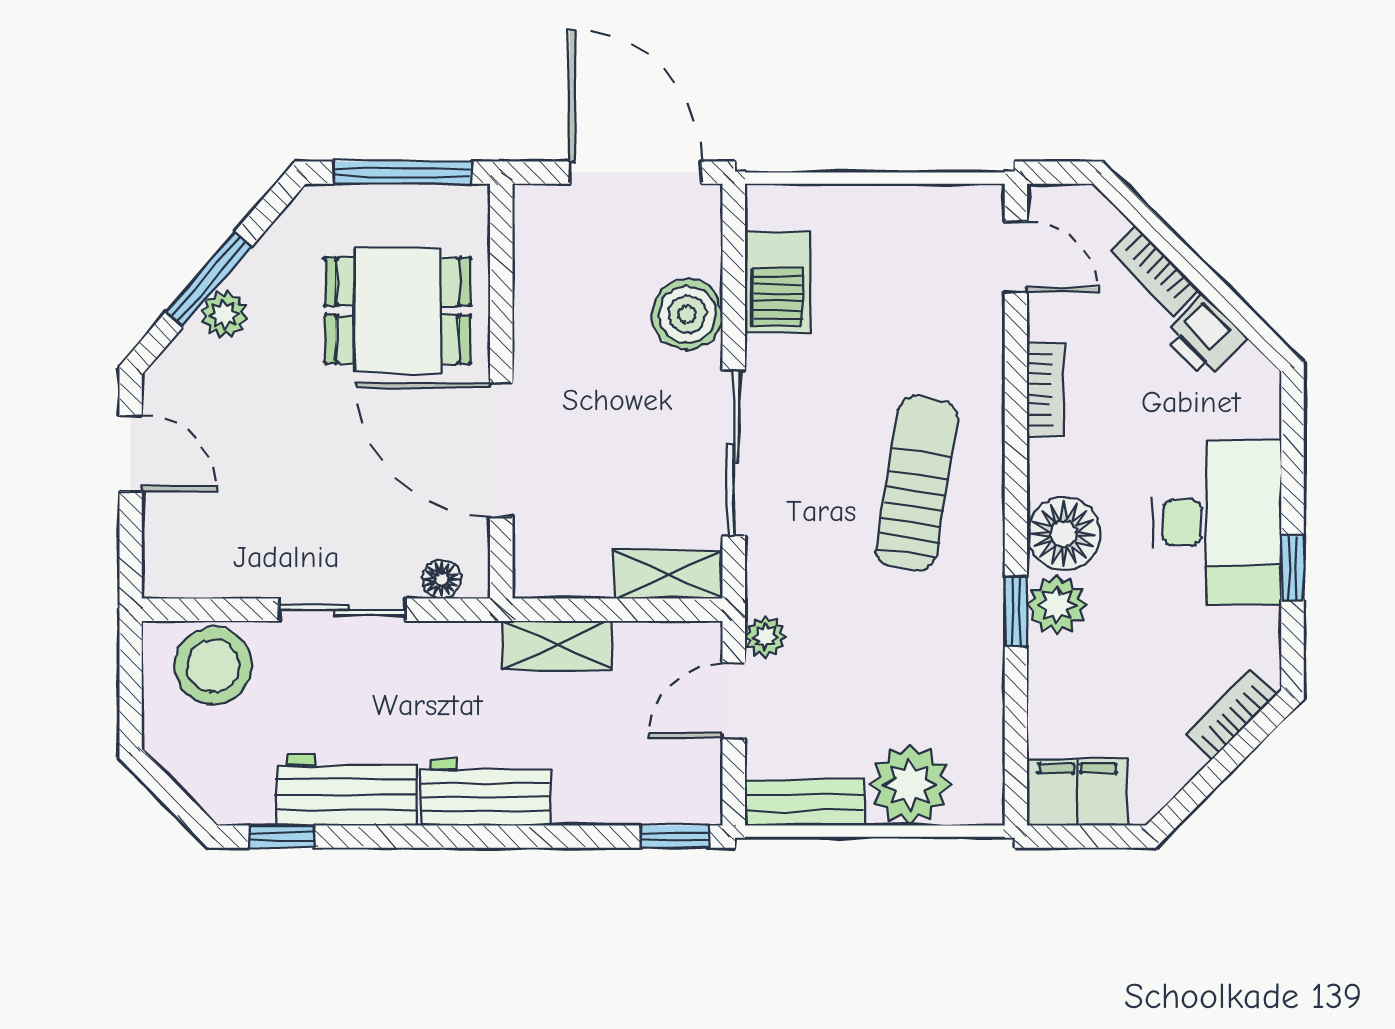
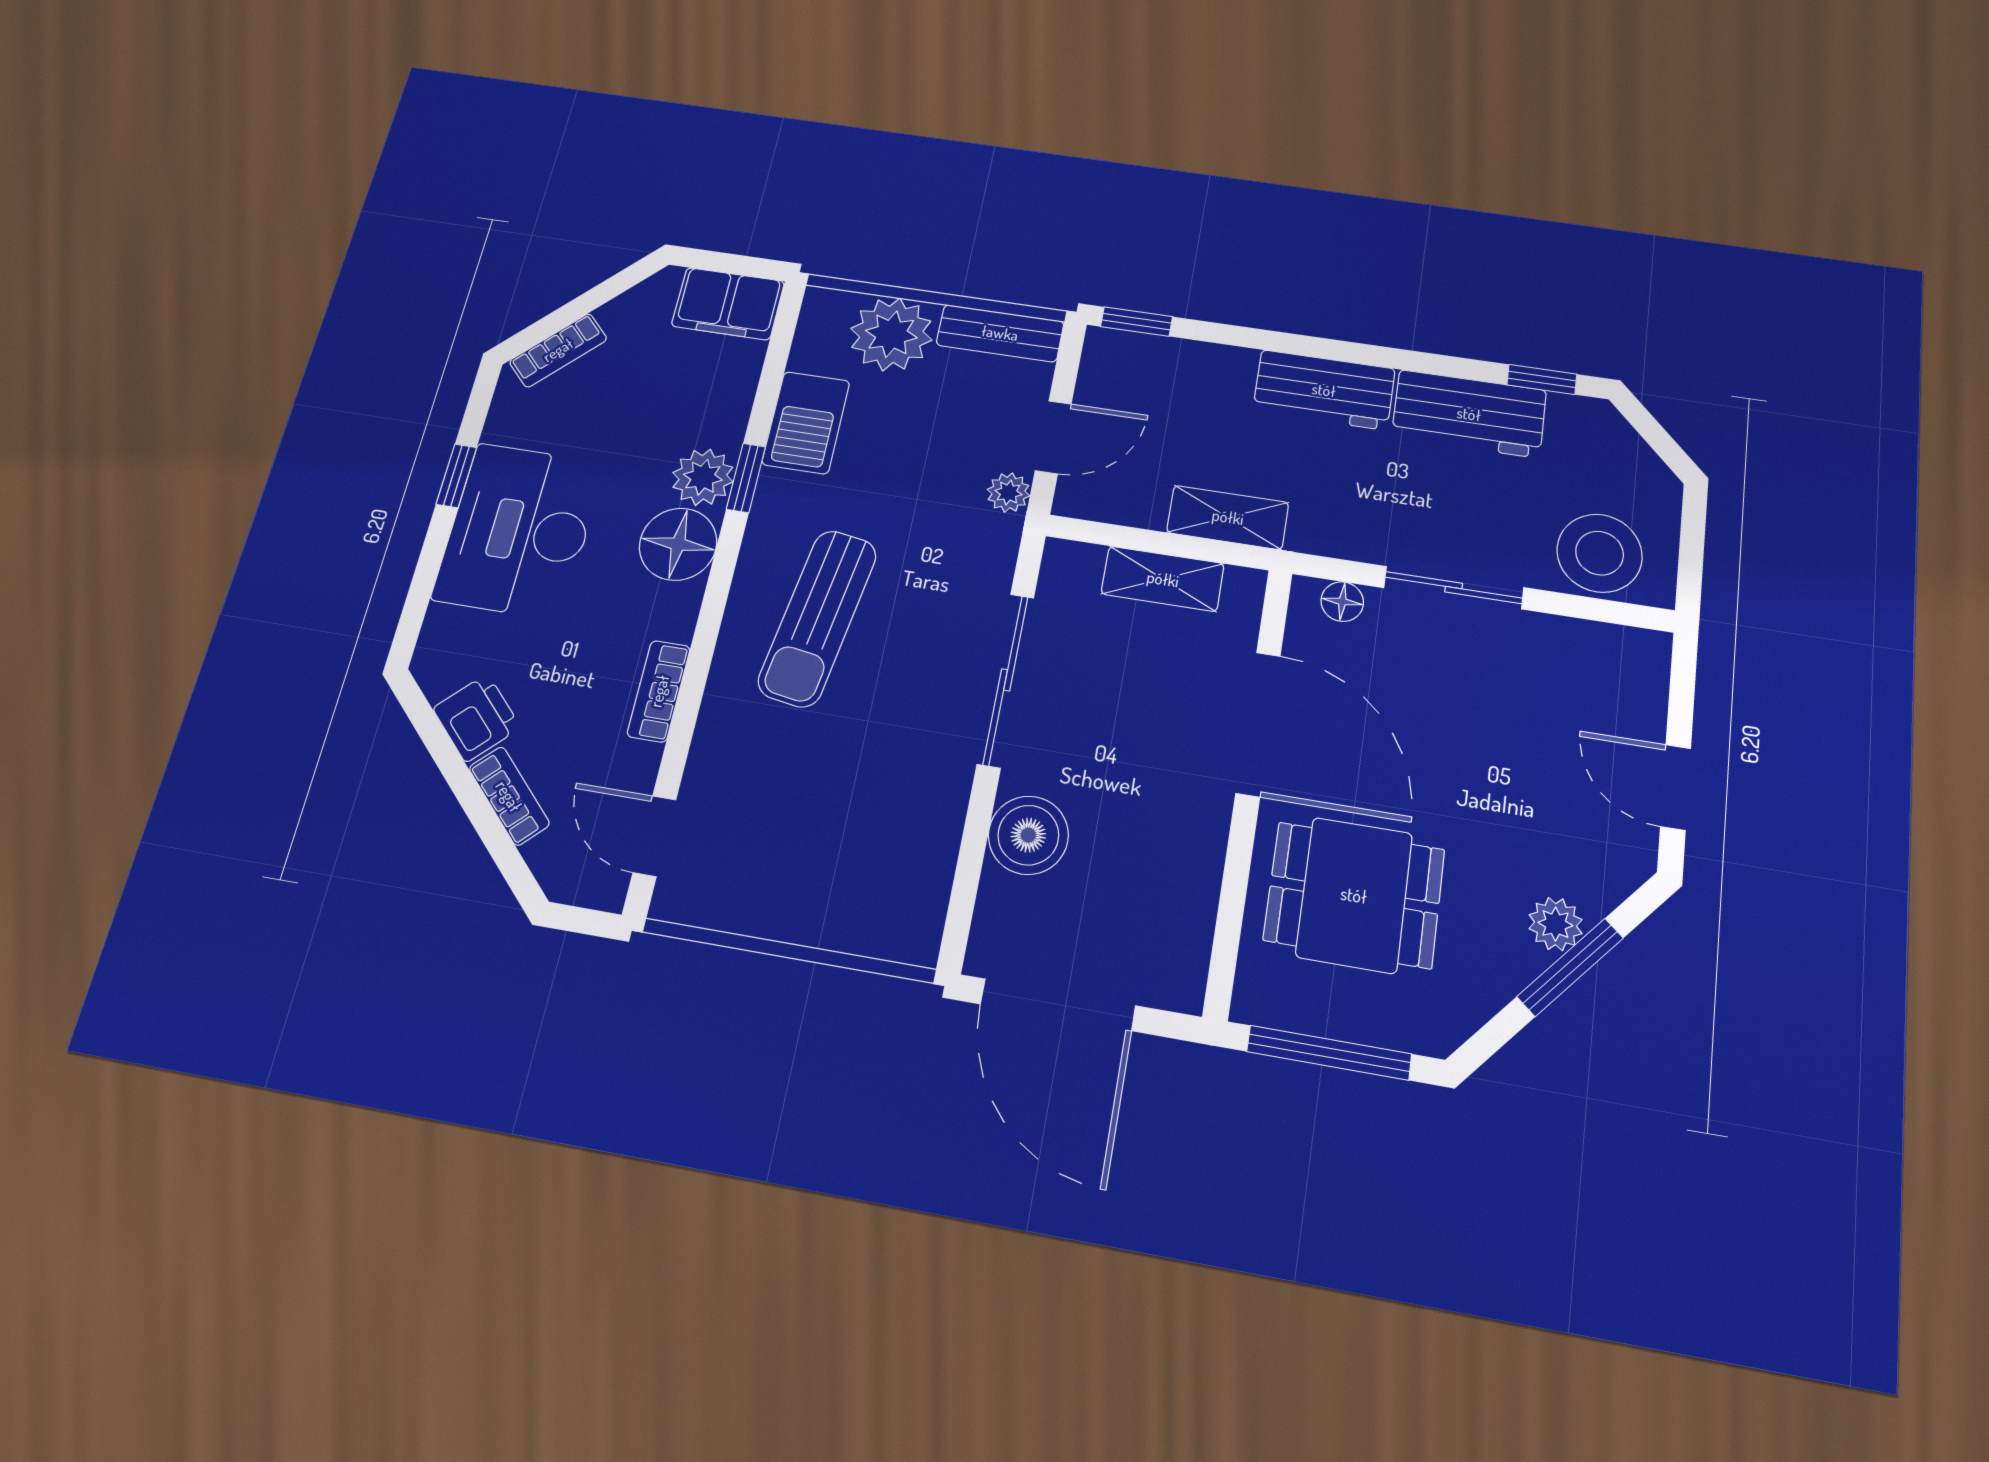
barbecue: (778, 282) -> (806, 423), moved, turned 180
shelving: (668, 574) -> (1163, 579), moved

